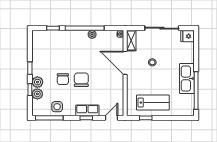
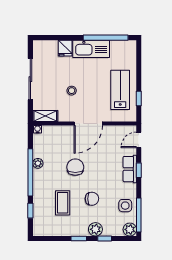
fridge: (187, 36) -> (65, 48), moved
coffee table: (59, 55) -> (63, 203), added
door: (125, 63) -> (88, 123), moved
chair: (81, 80) -> (75, 167), moved, turned 90
plant: (37, 94) -> (130, 229), moved
door: (111, 118) -> (139, 140), hinge flipped

